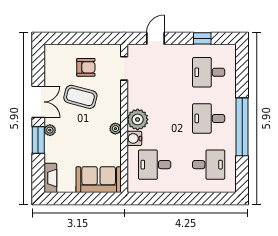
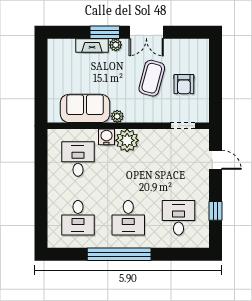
desk: (209, 118) -> (128, 218), turned 180
fireplace: (50, 178) -> (92, 45), moved
sofa: (99, 180) -> (85, 108), moved, turned -90

